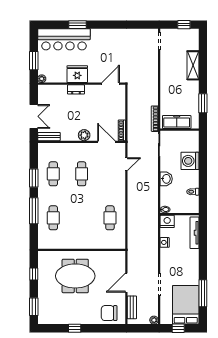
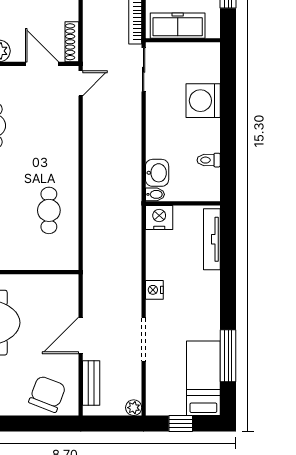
door: (126, 164) -> (81, 83), moved
washbasin: (166, 179) -> (157, 173), moved
nightstand: (165, 242) -> (154, 290), moved
bed: (186, 305) -> (203, 378), width x0.67
chair: (109, 313) -> (47, 394), turned 111

